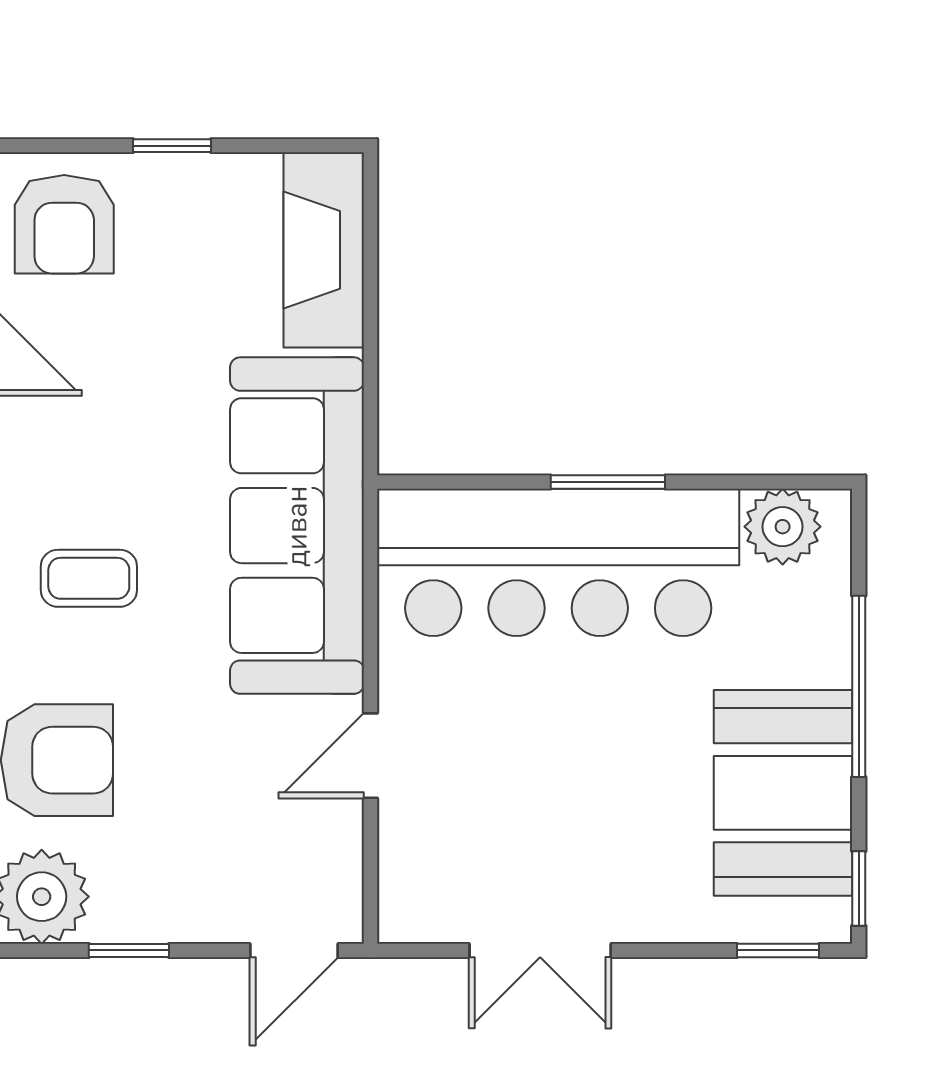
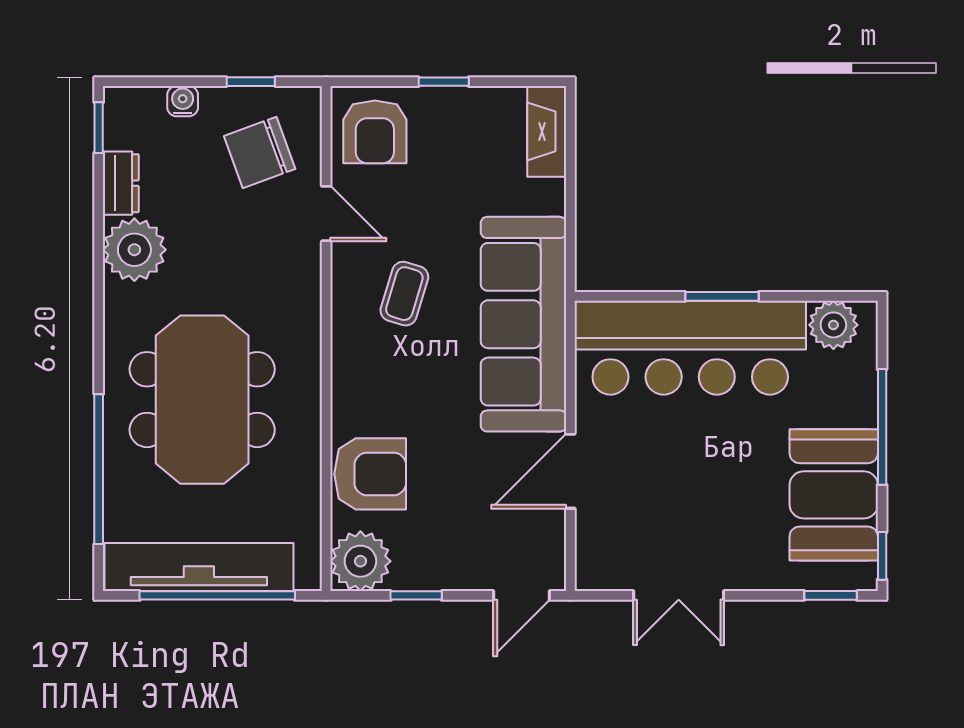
fireplace: (324, 250) -> (547, 131), width x0.73, depth x0.76
coffee table: (89, 578) -> (404, 294), moved, turned -73
door: (370, 756) -> (570, 471), width x1.38

